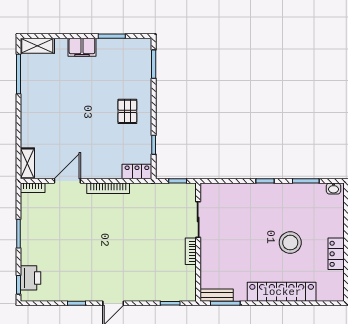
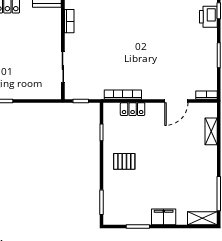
pallet: (127, 111) -> (124, 161), turned 90
shelving: (27, 163) -> (211, 131), moved
locker: (137, 171) -> (133, 109), moved
bookcase: (108, 188) -> (123, 95), moved
bookcase: (191, 251) -> (69, 21), moved

